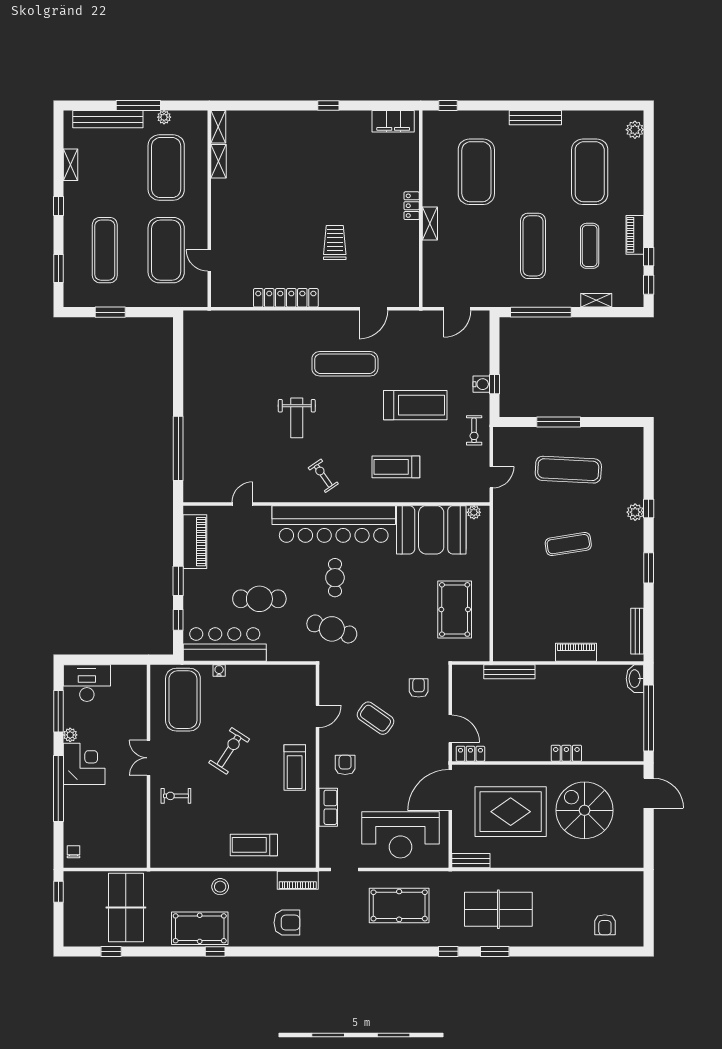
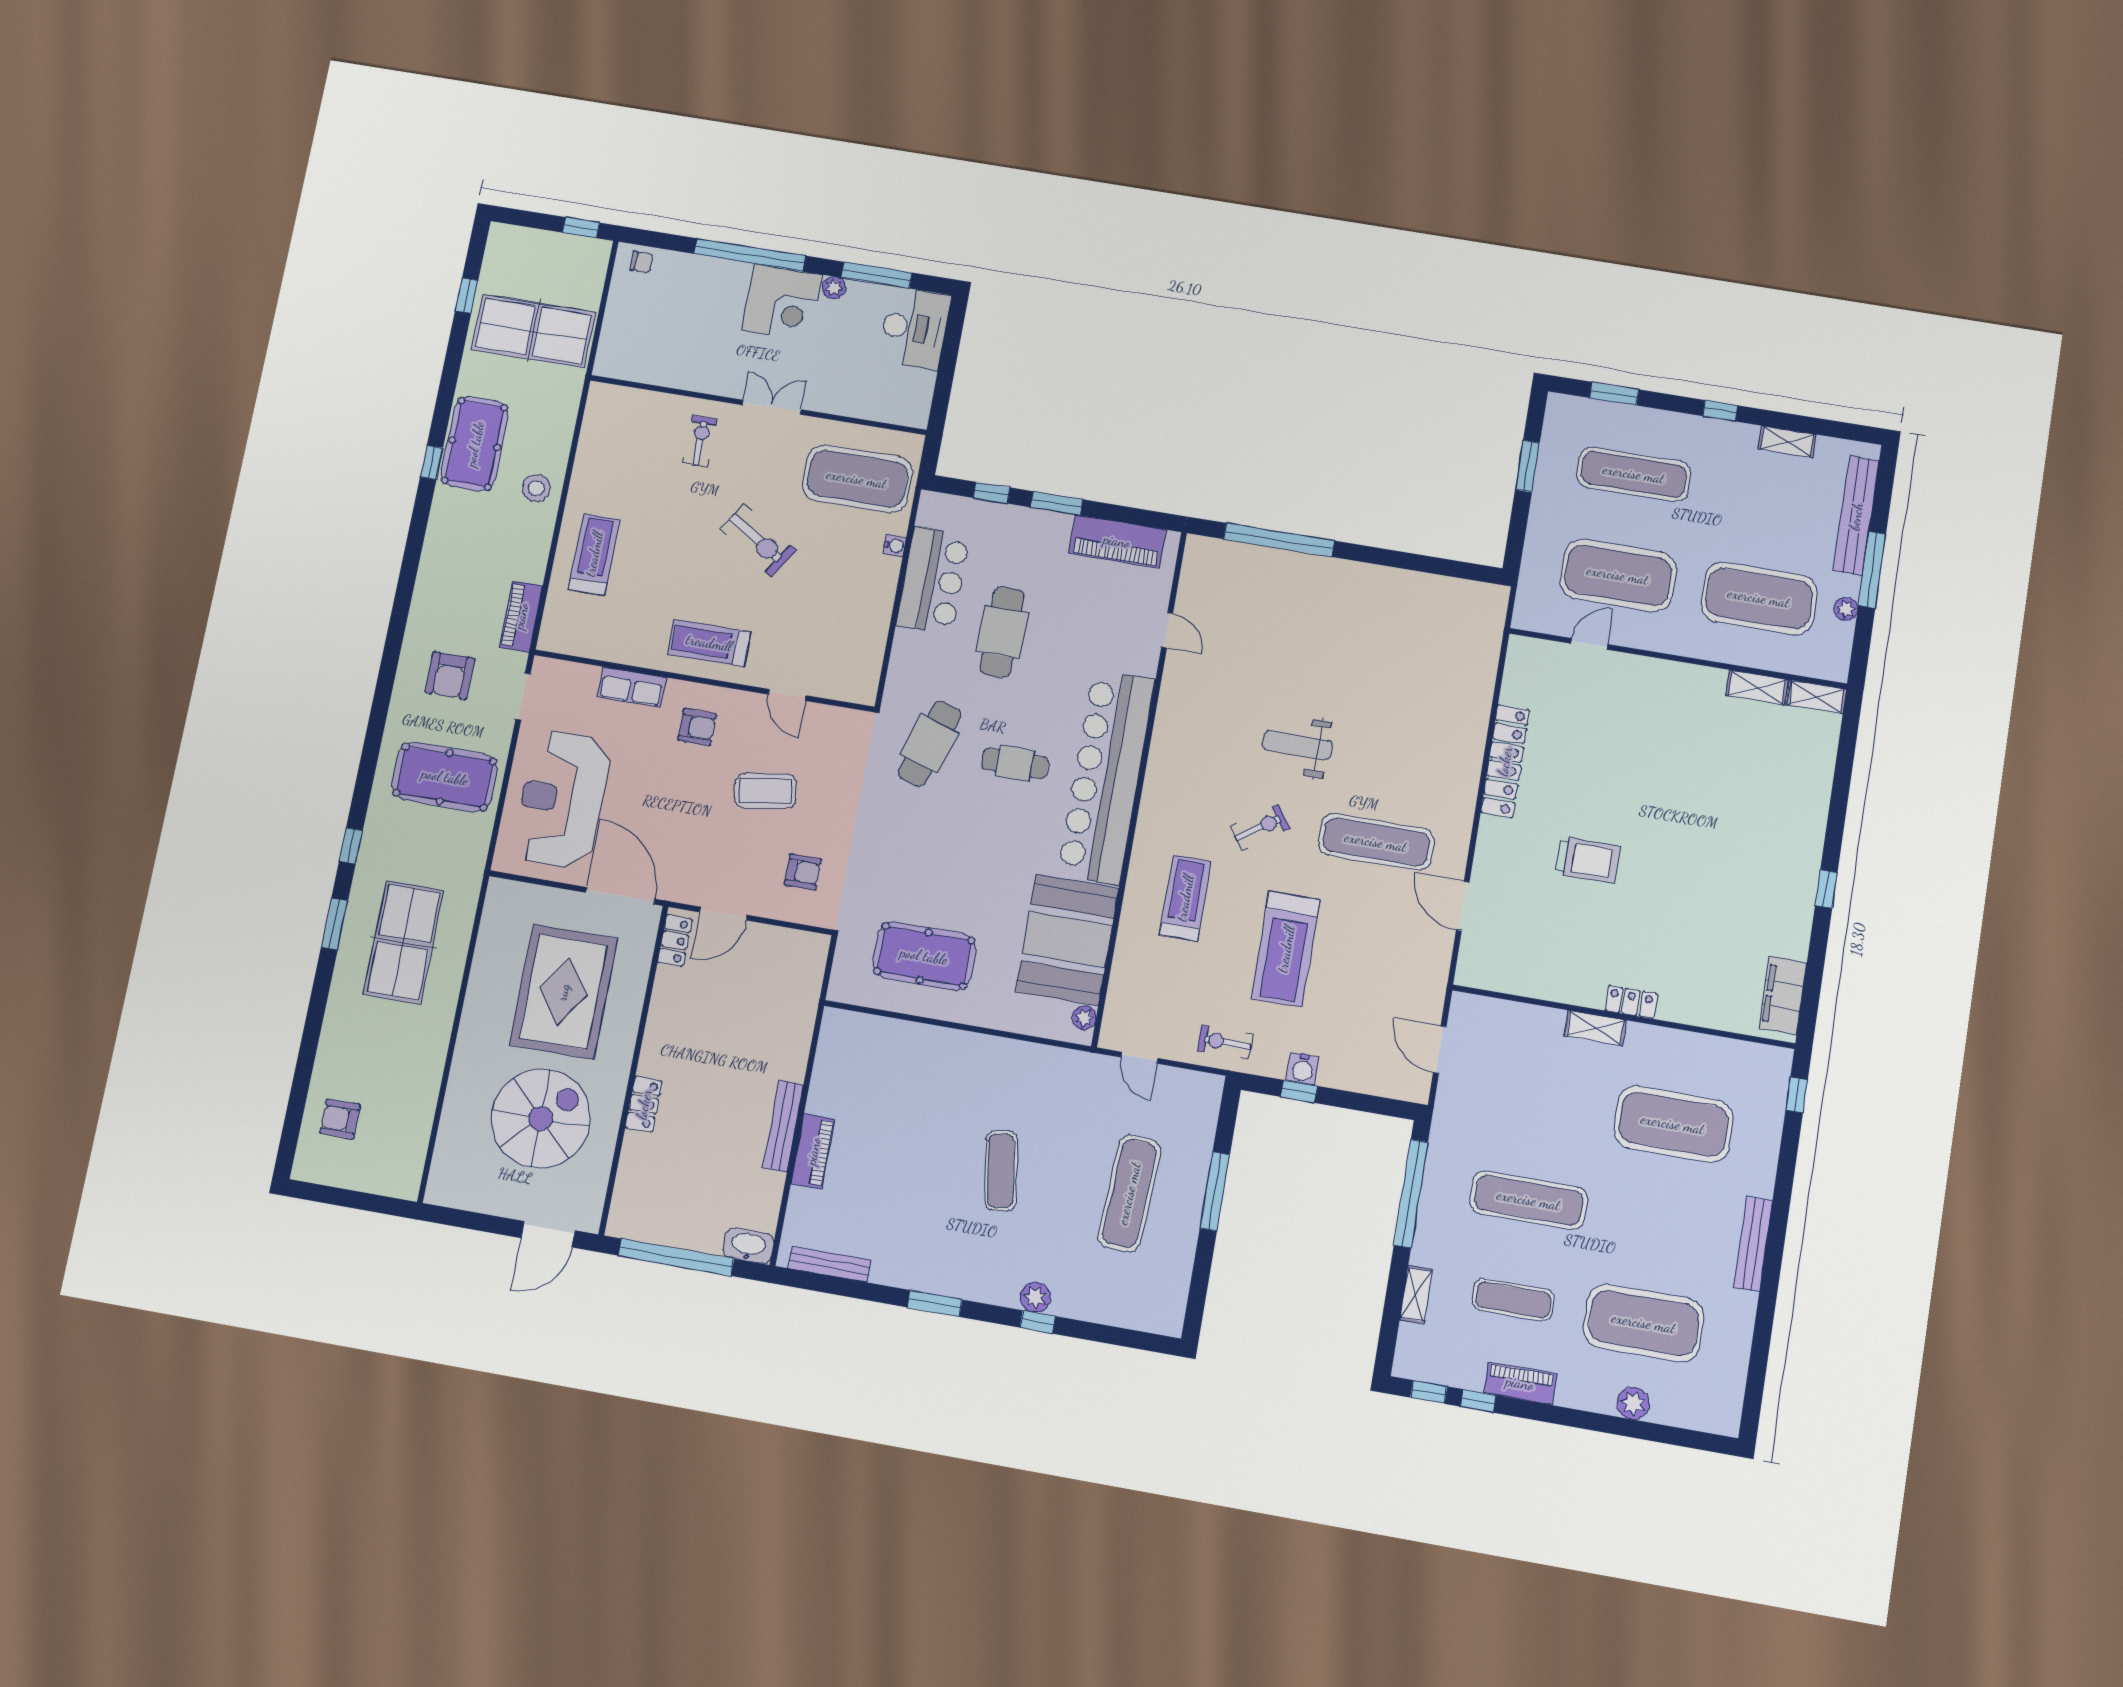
plant: (635, 130) -> (1633, 1403), moved
exercise mat: (345, 364) -> (1376, 842), turned 90
exercise bike: (323, 476) -> (1260, 828), moved
bar counter: (225, 644) -> (933, 580), width x0.73
bench: (509, 672) -> (783, 1126), moved
coffee table: (376, 718) -> (766, 791), turned 46
bench: (471, 861) -> (495, 910), removed
pool table: (399, 905) -> (445, 777), turned 90
armchair: (287, 923) -> (450, 676), moved

